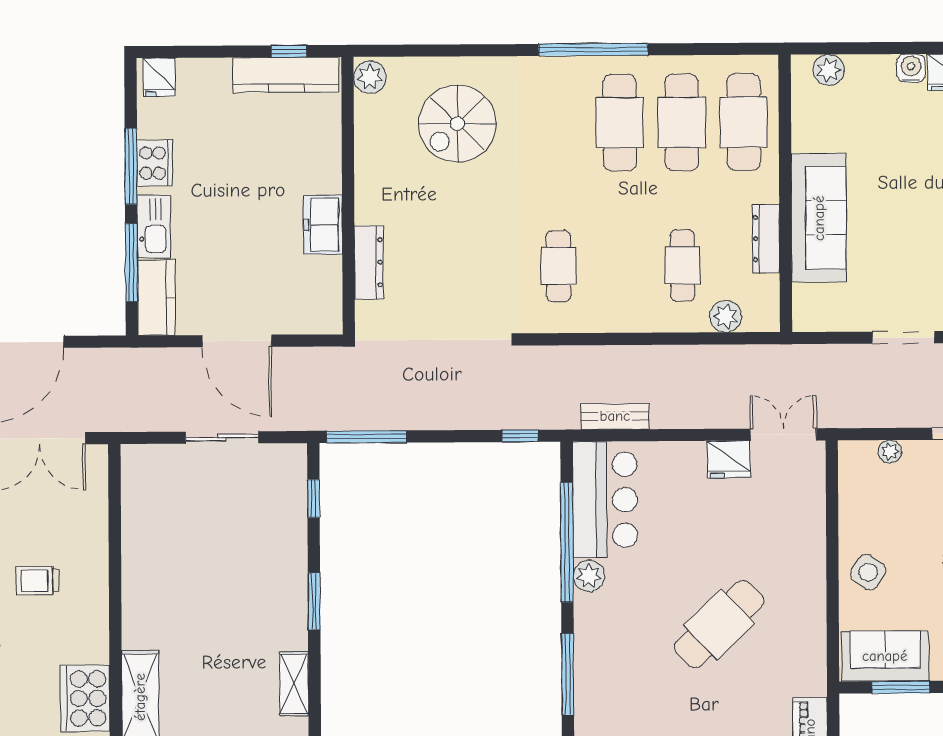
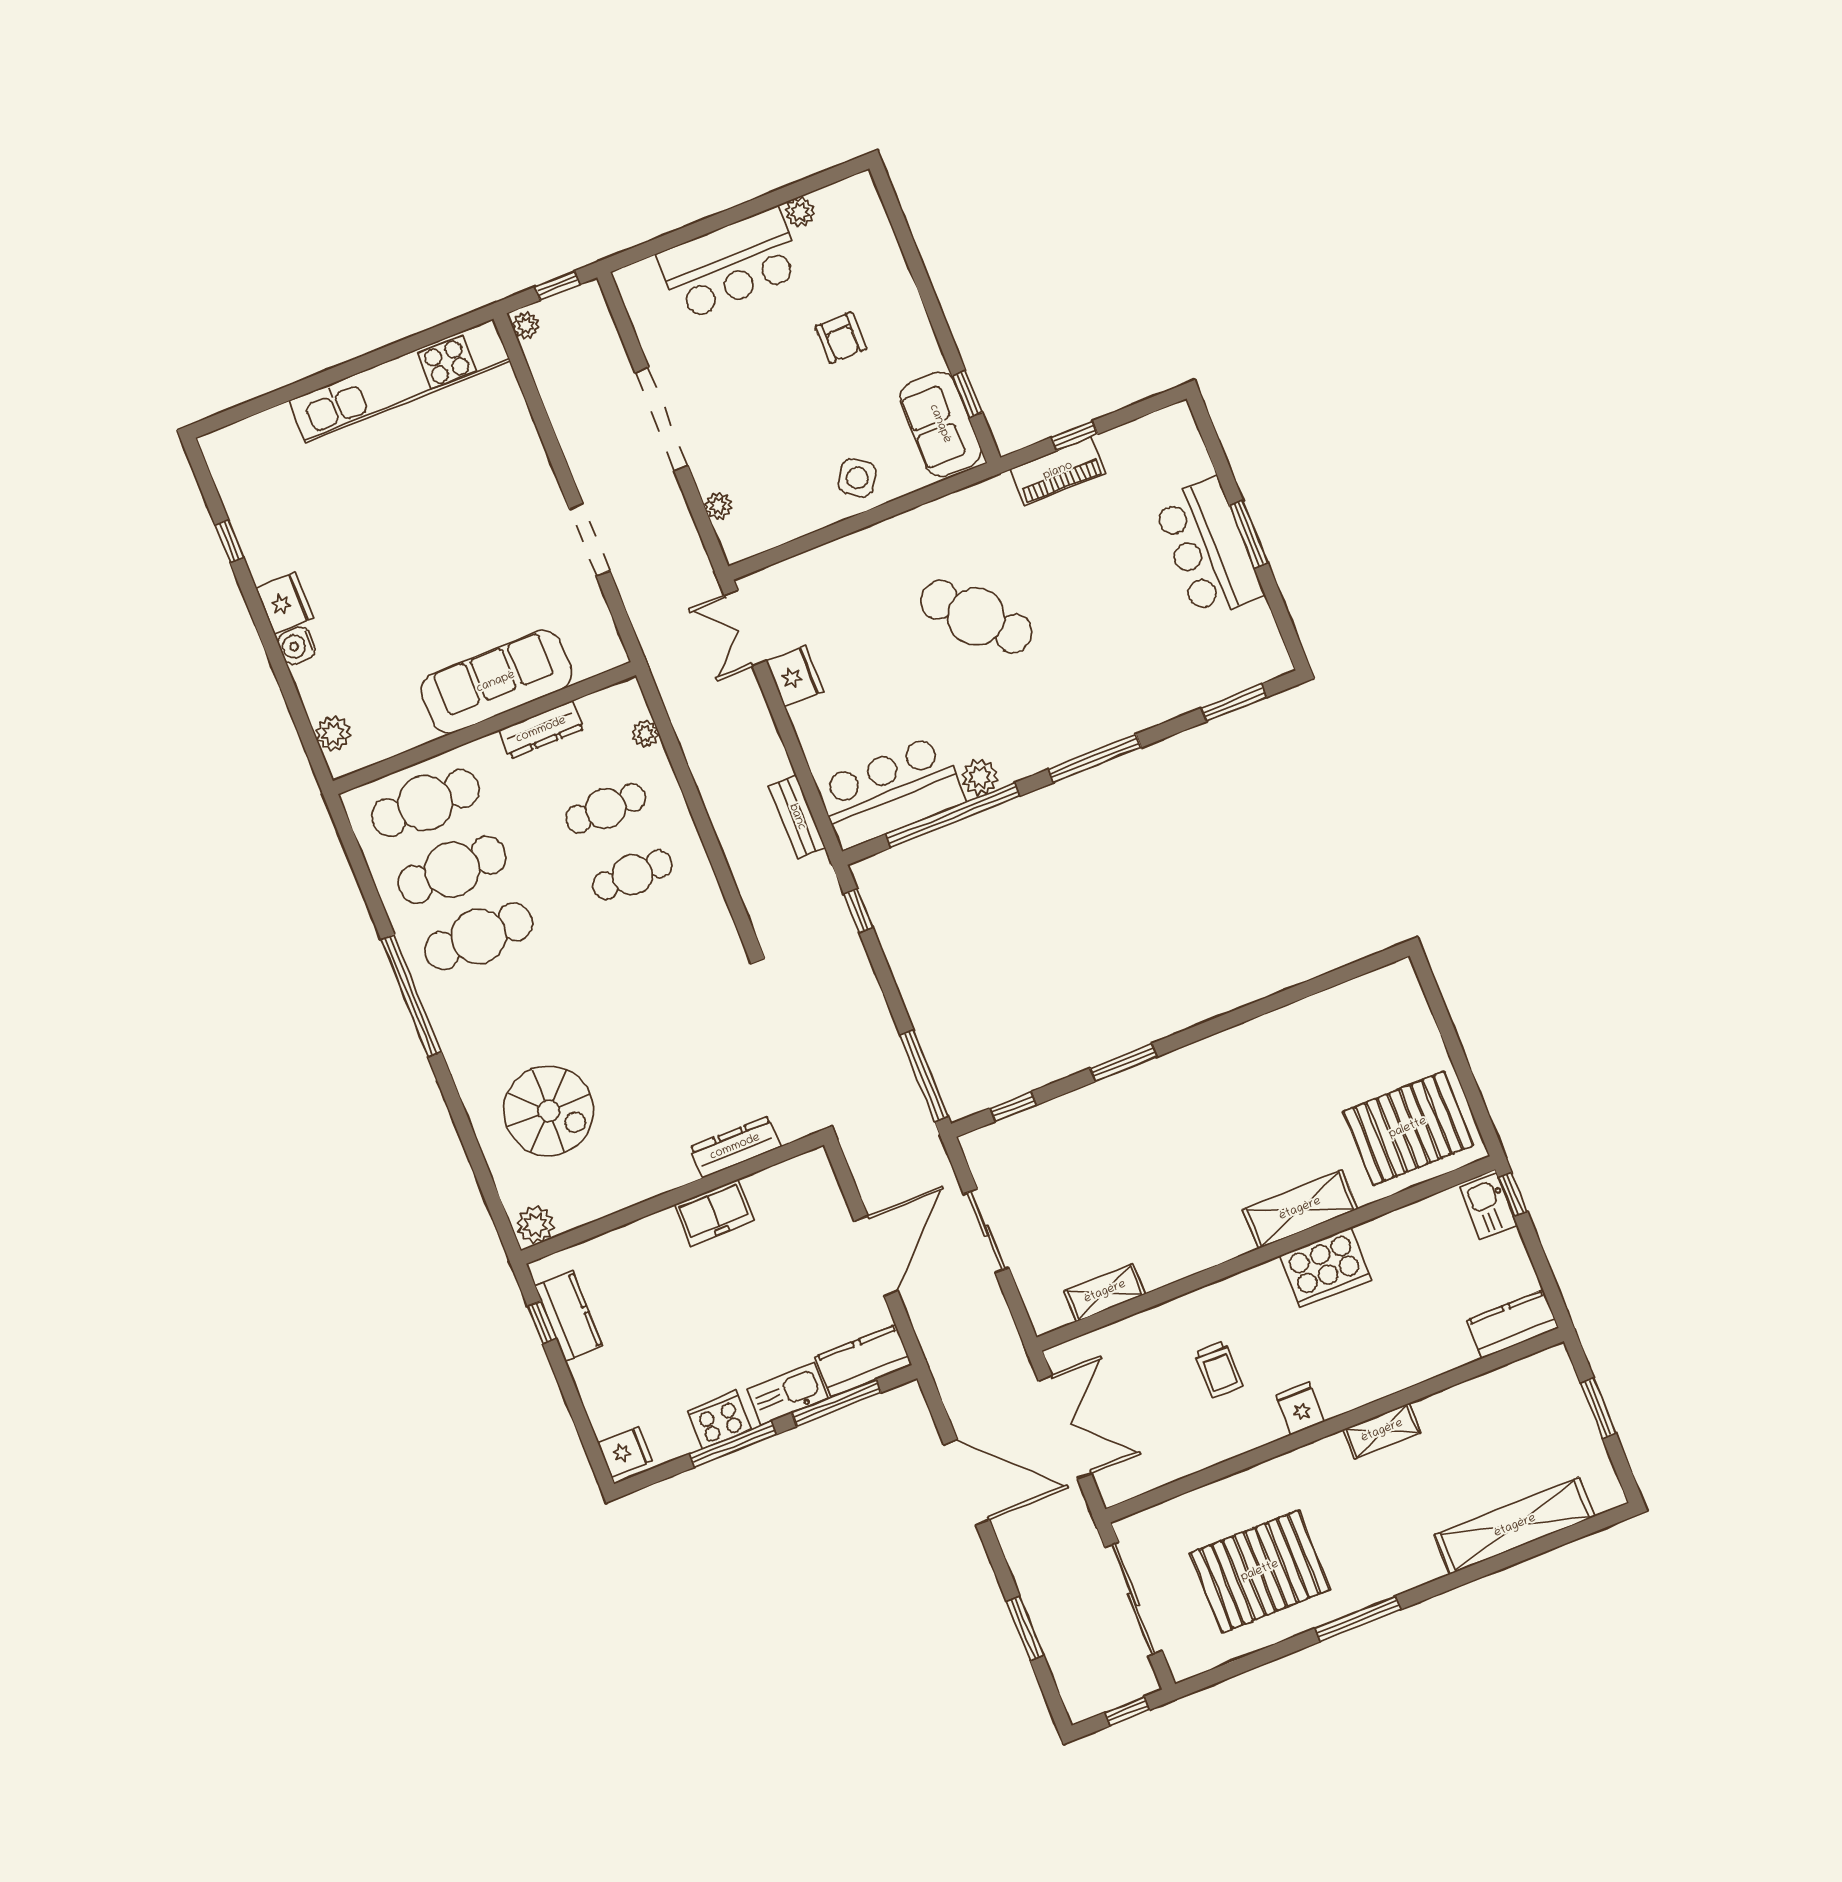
kitchen counter: (286, 75) -> (569, 1316), width x0.67
cafe table: (559, 266) -> (632, 875), moved
plant: (726, 316) -> (645, 734), width x0.73, depth x0.73
shelving: (294, 684) -> (1105, 1292), moved
window: (901, 687) -> (967, 394), width x0.67

